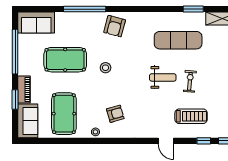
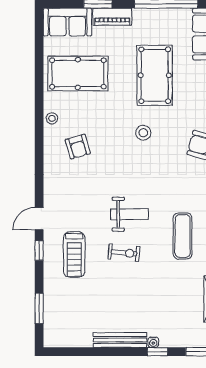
exercise mat: (178, 40) -> (183, 236), width x0.73, depth x0.69
weight bench: (163, 77) -> (129, 214), turned -90
window: (204, 141) -> (39, 250), moved

